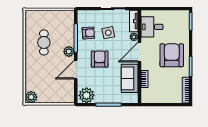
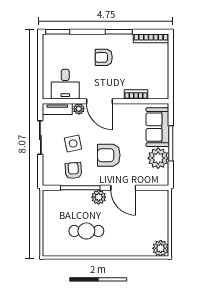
armchair: (172, 55) -> (104, 57), width x0.53, depth x0.53
sofa: (130, 78) -> (157, 127), moved, turned 90
plant: (87, 95) -> (158, 158), moved

